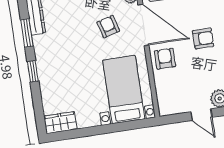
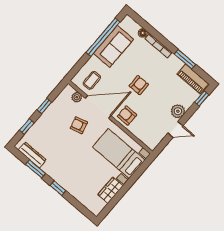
wardrobe: (60, 123) -> (110, 190), moved

